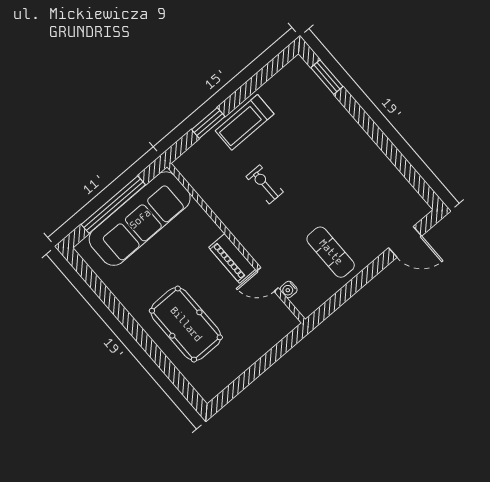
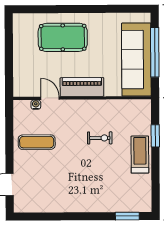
piano: (232, 258) -> (82, 87), width x1.37, depth x1.33
door: (267, 279) -> (50, 98), hinge flipped

